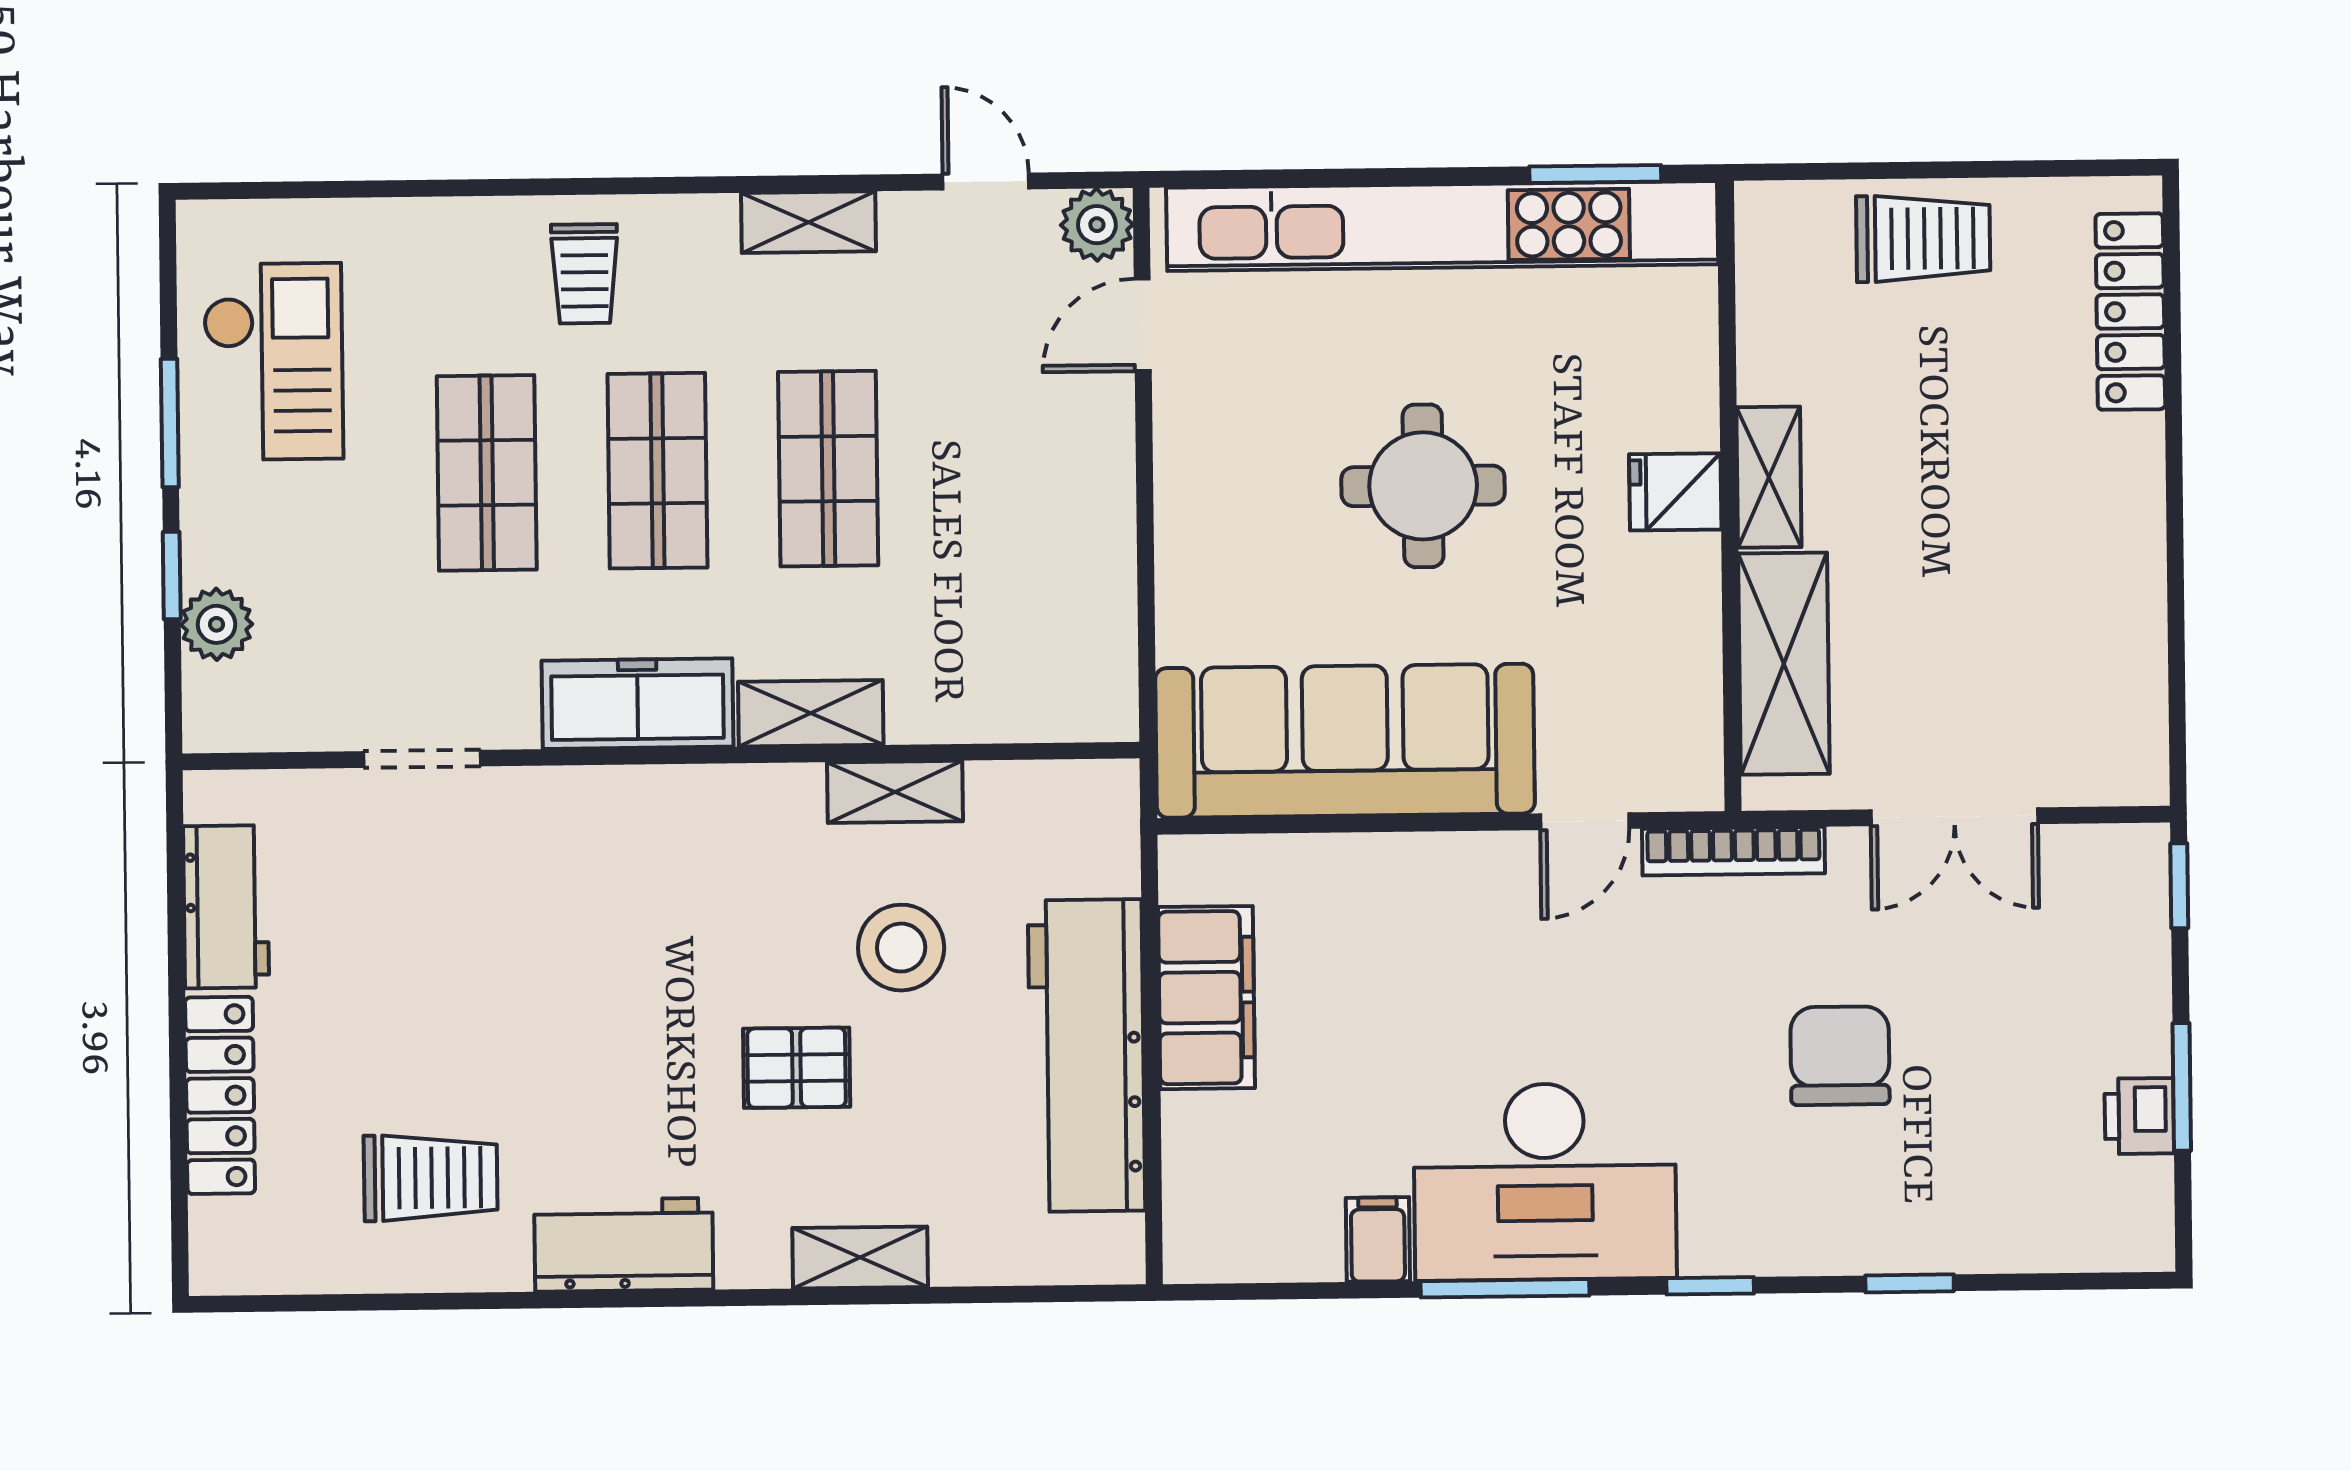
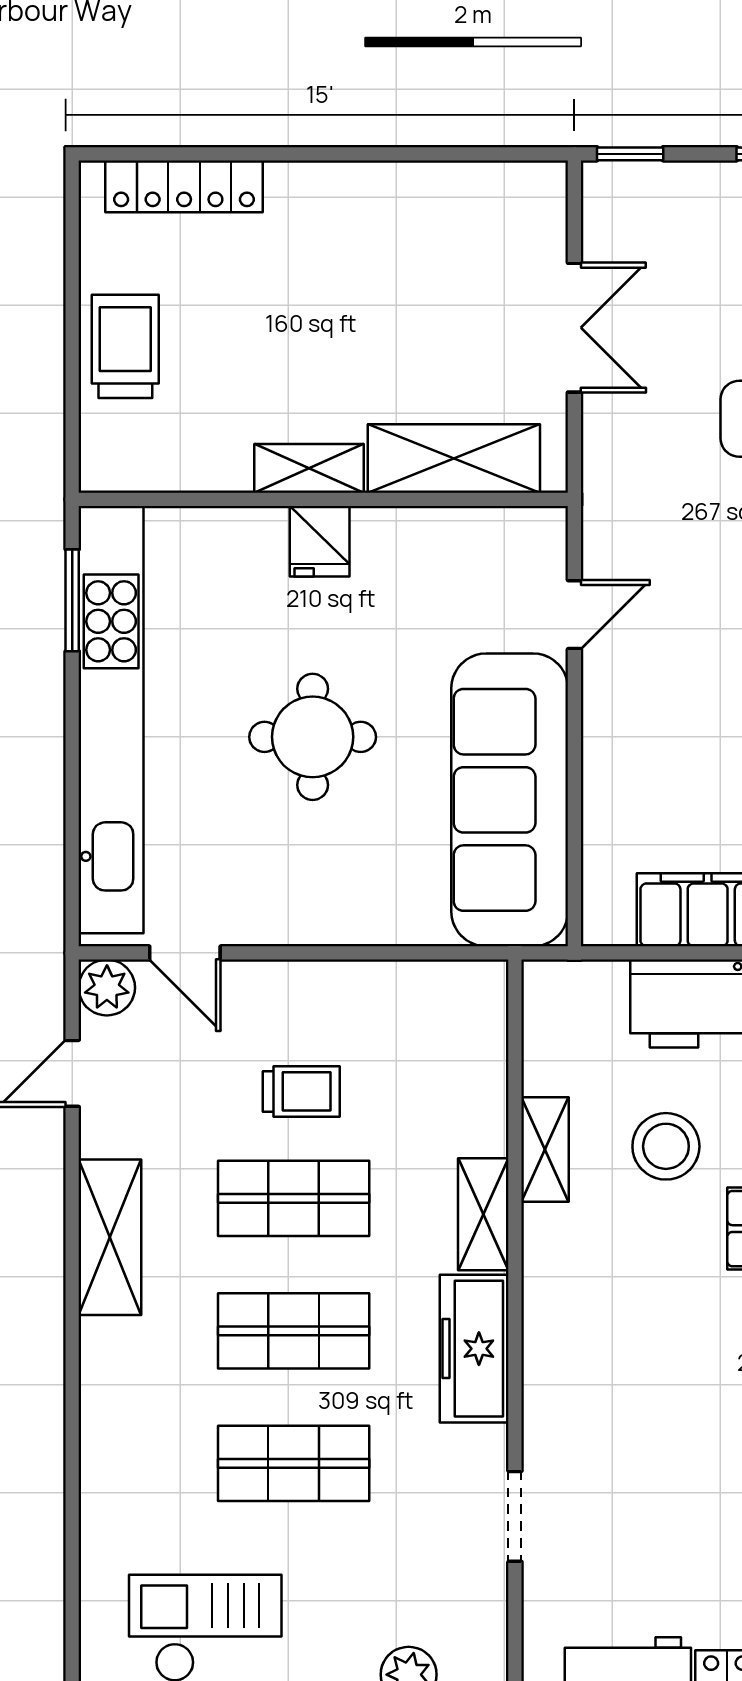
shelving: (809, 222) -> (110, 1237), width x1.50, depth x1.33
trolley: (584, 274) -> (301, 1091), moved
door: (1585, 821) -> (574, 615), hinge flipped
bookcase: (1733, 851) -> (599, 499), removed

